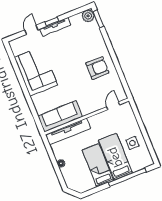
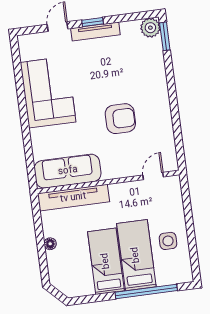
armchair: (97, 68) -> (120, 119), moved

